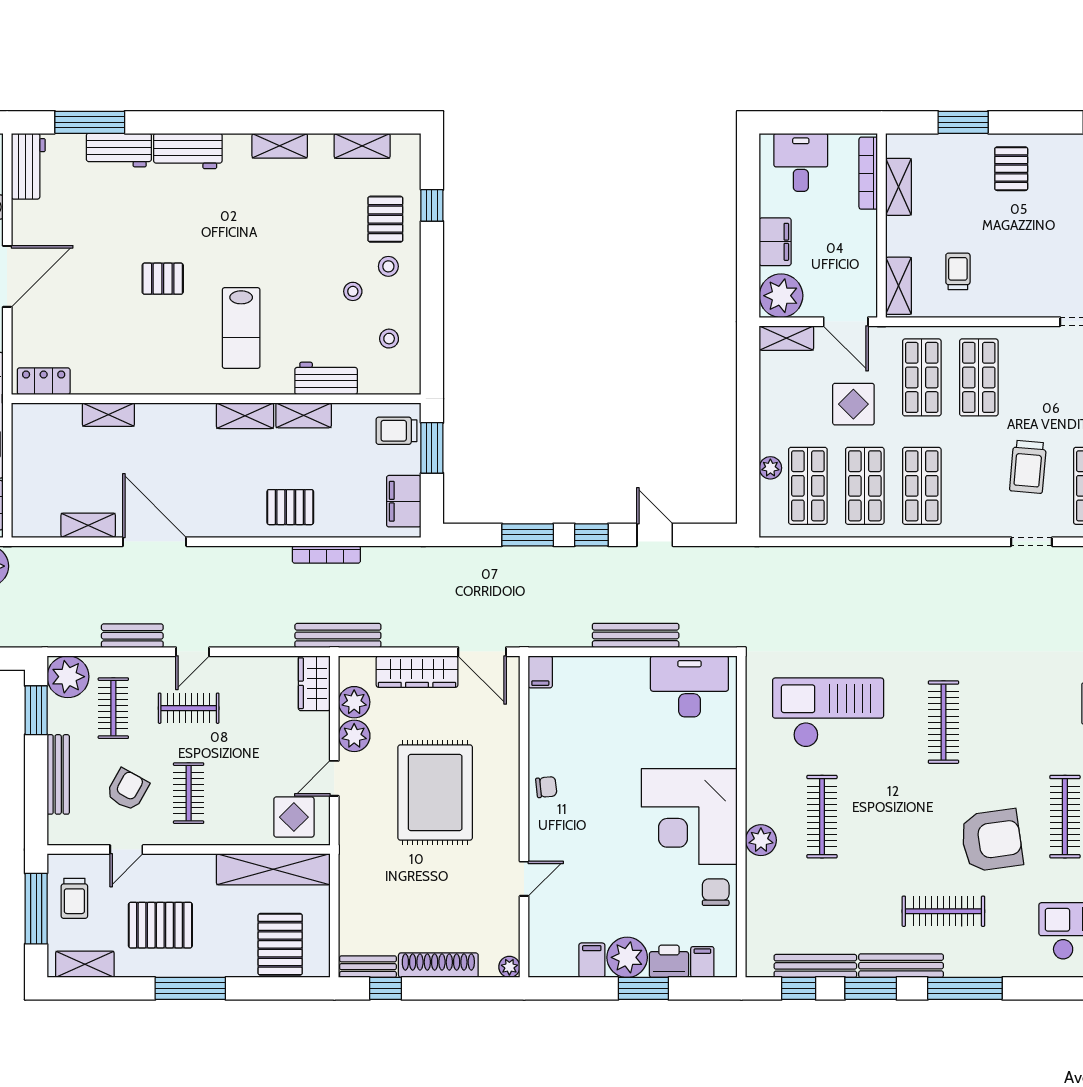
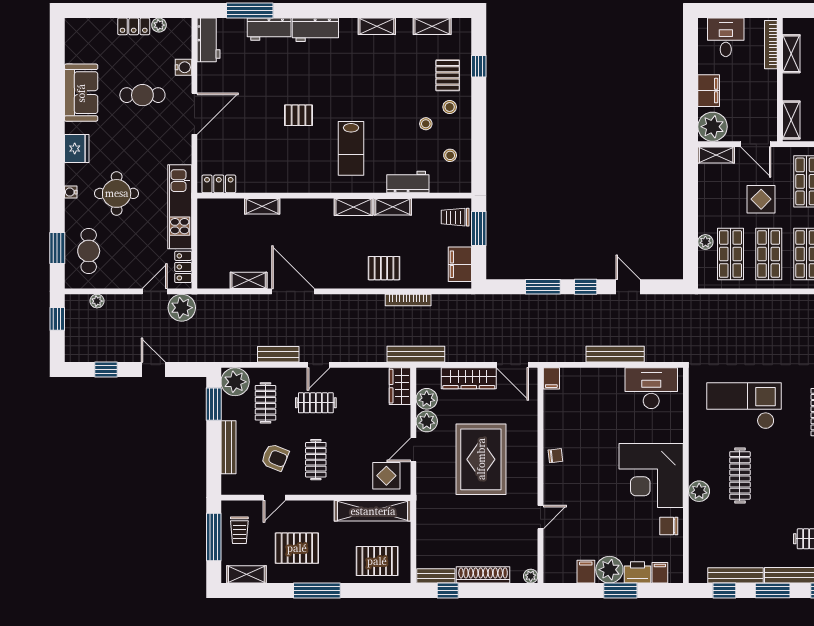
armchair: (128, 790) -> (275, 457), turned 83
chair: (716, 892) -> (669, 526), turned -90
pallet: (280, 944) -> (377, 561), turned 90

